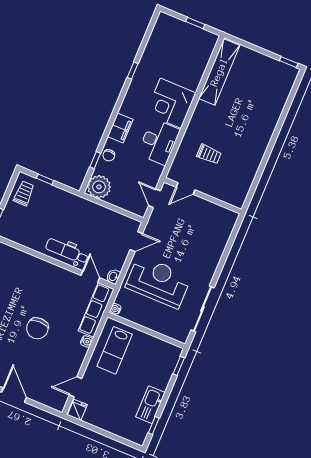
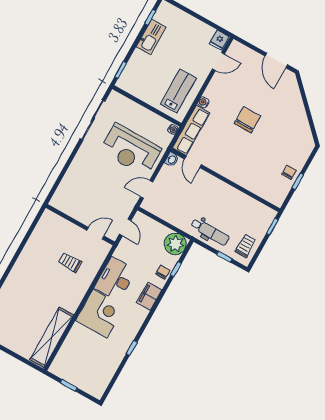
trolley: (24, 193) -> (245, 246), turned 180
dental chair: (67, 251) -> (210, 232), moved

